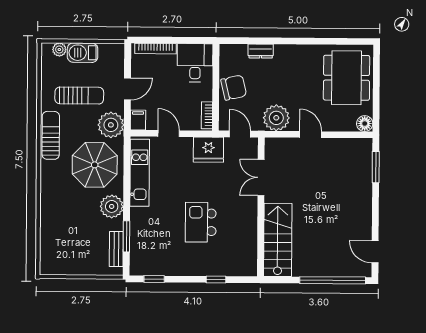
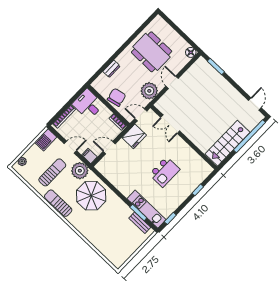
barbecue: (83, 53) -> (46, 140), moved
dining table: (347, 78) -> (152, 52), moved
door: (127, 89) -> (70, 147), hinge flipped
door: (311, 134) -> (172, 82), hinge flipped
kitchen unit: (140, 173) -> (146, 209), moved
plant: (112, 206) -> (118, 206), removed
kitchen island: (201, 222) -> (164, 172), turned -90
stairs: (278, 240) -> (228, 143), moved, turned -90
door: (375, 252) -> (255, 104), swing flipped

